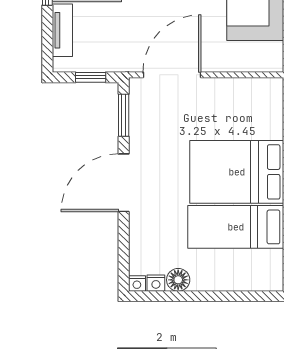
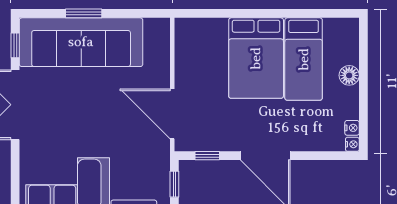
window: (124, 115) -> (207, 156), width x0.67
floor lamp: (178, 280) -> (349, 75), moved

